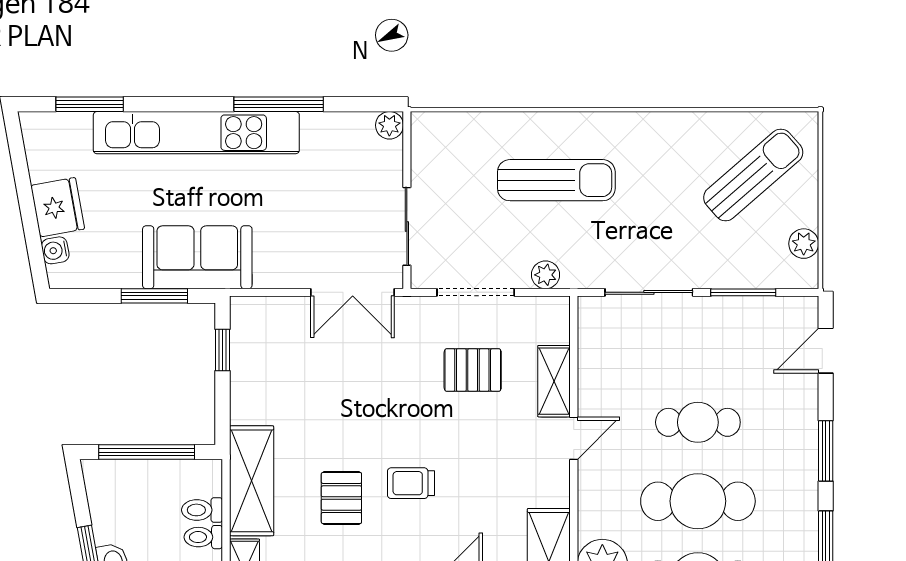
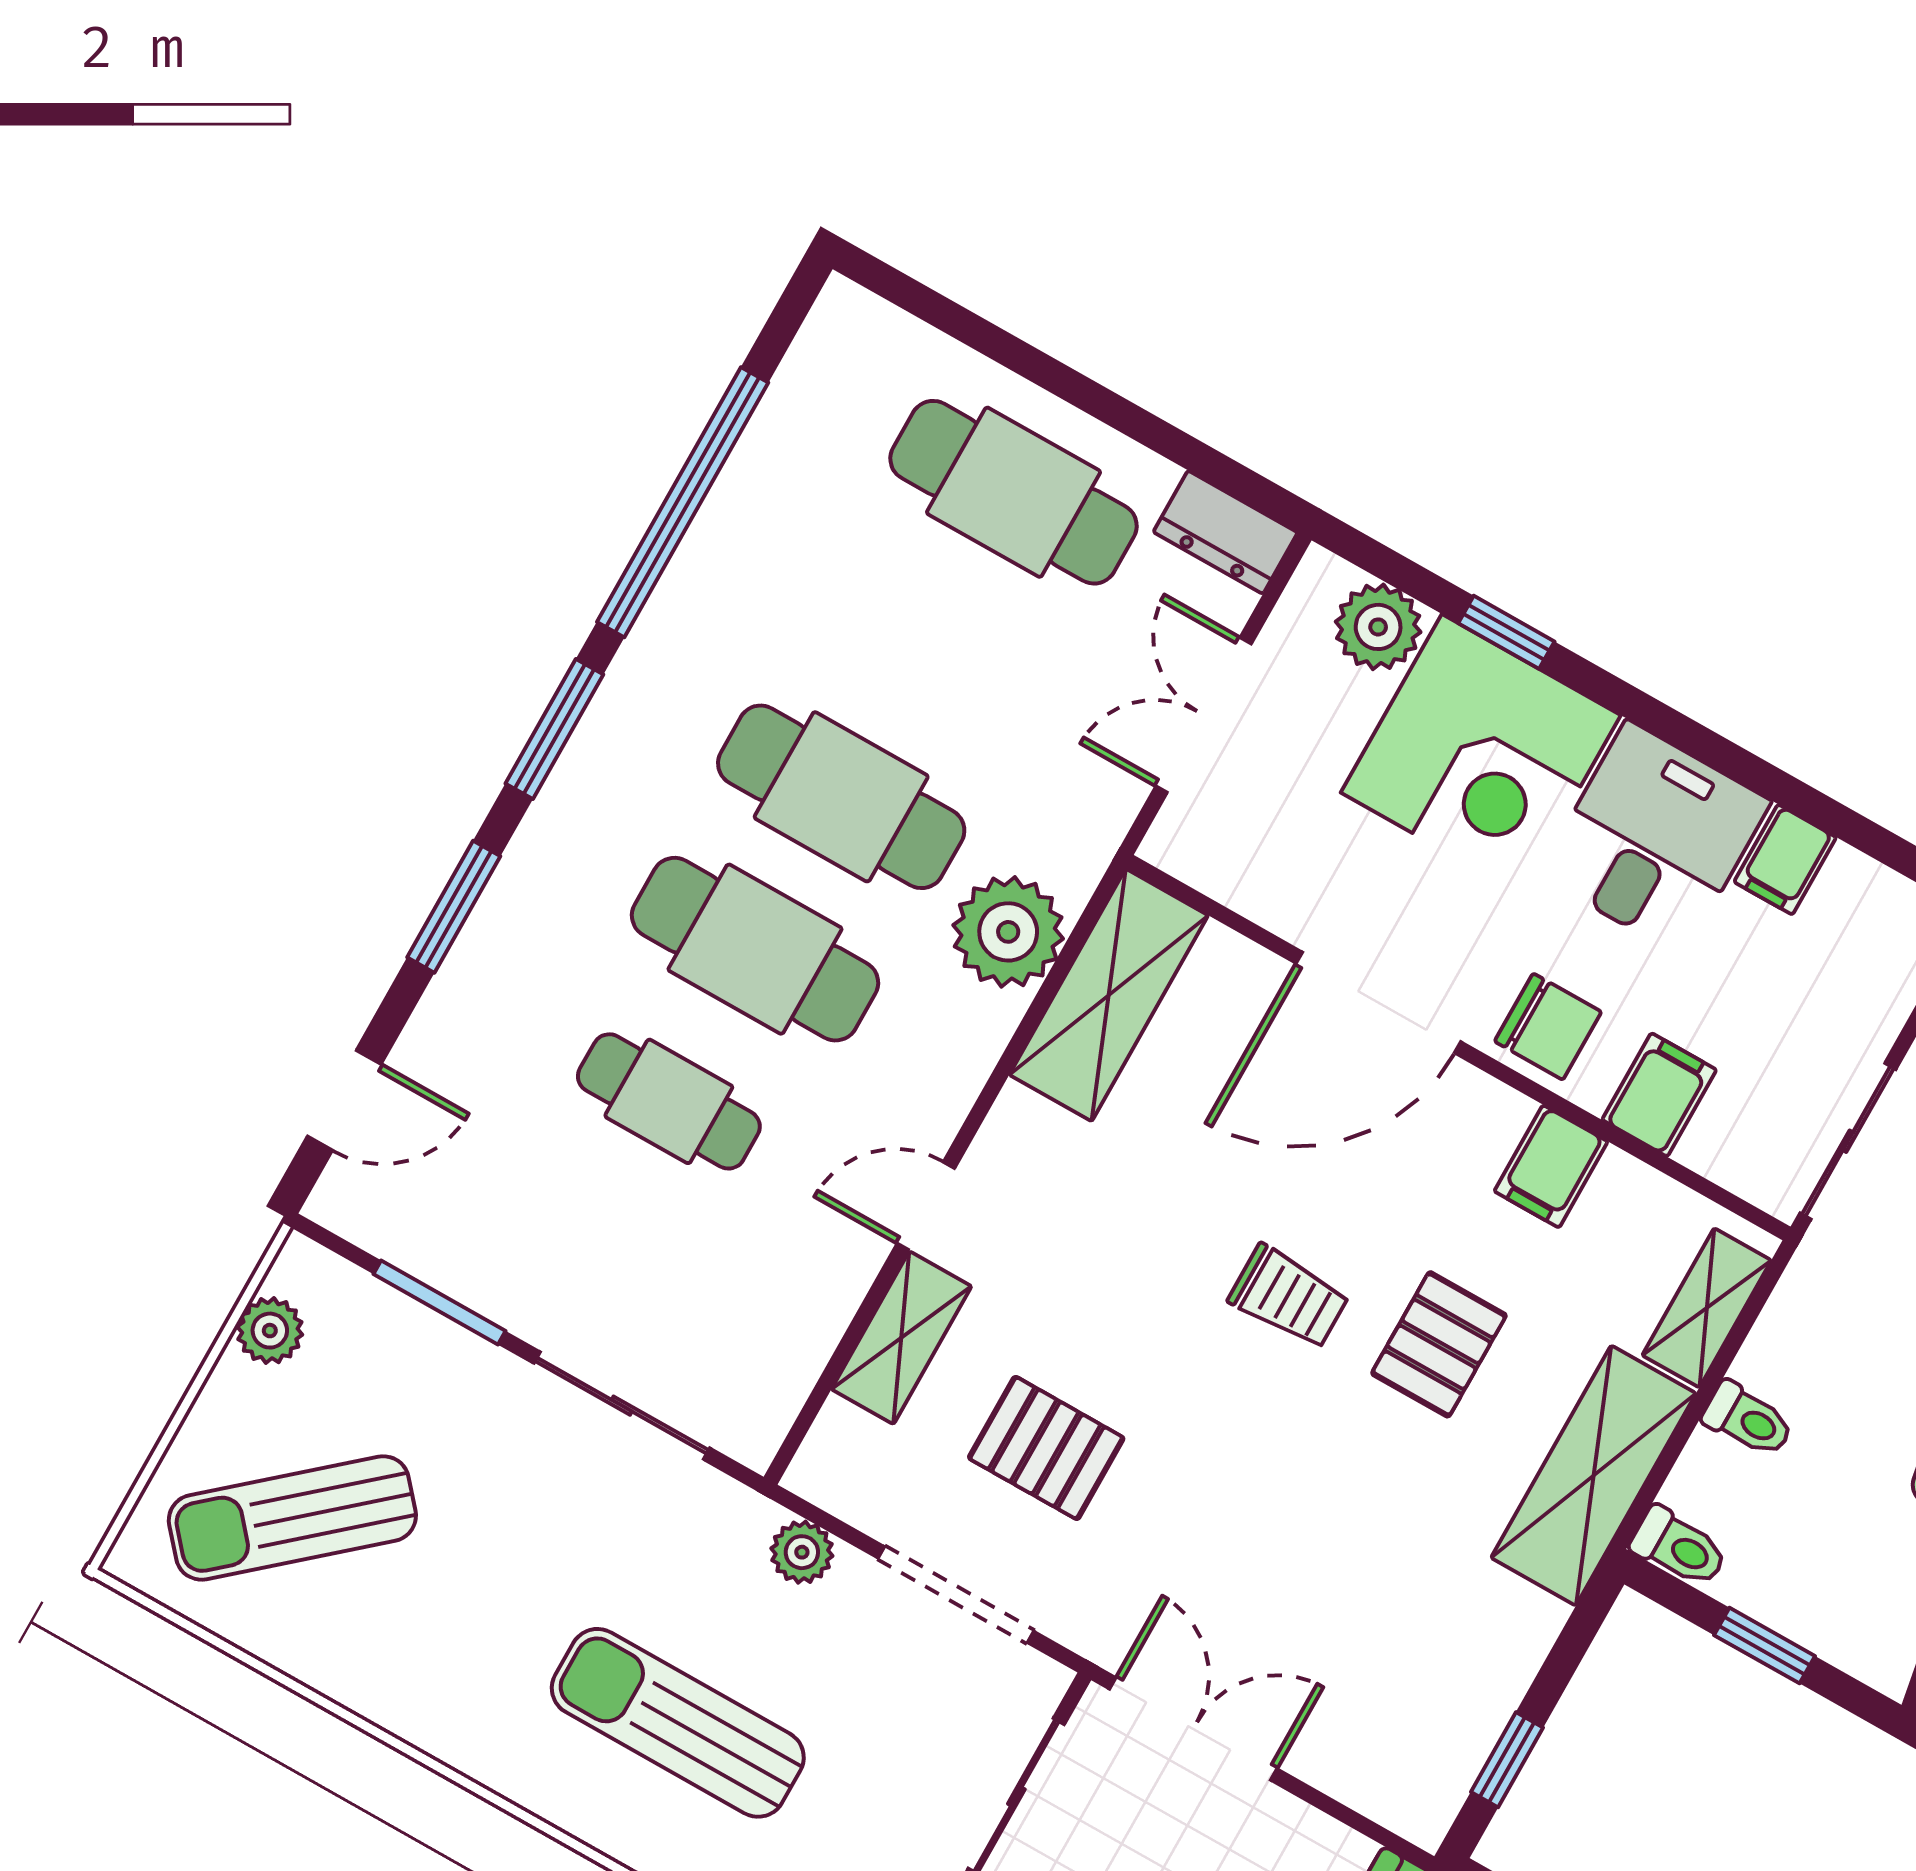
window: (147, 452) -> (1764, 1646), width x0.46
toilet: (202, 510) -> (1679, 1547), moved

